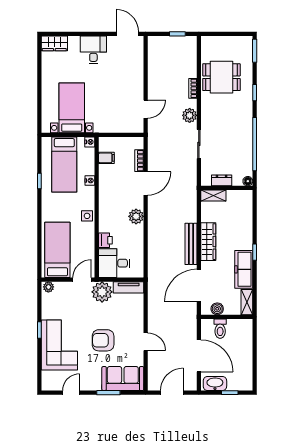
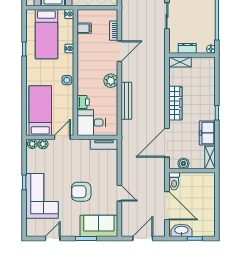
bench: (191, 244) -> (126, 101), moved
freezer: (244, 269) -> (207, 133), width x0.71
plant: (102, 292) -> (43, 144), moved, width x0.53, depth x0.53
toilet: (220, 329) -> (174, 181), moved

